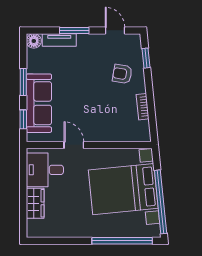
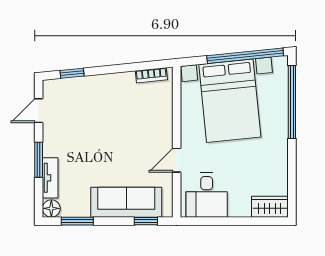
armchair: (122, 74) -> (91, 102), removed
window: (23, 82) -> (77, 221), moved
bookcase: (143, 107) -> (151, 75), moved
wardrobe: (35, 203) -> (270, 207), moved

